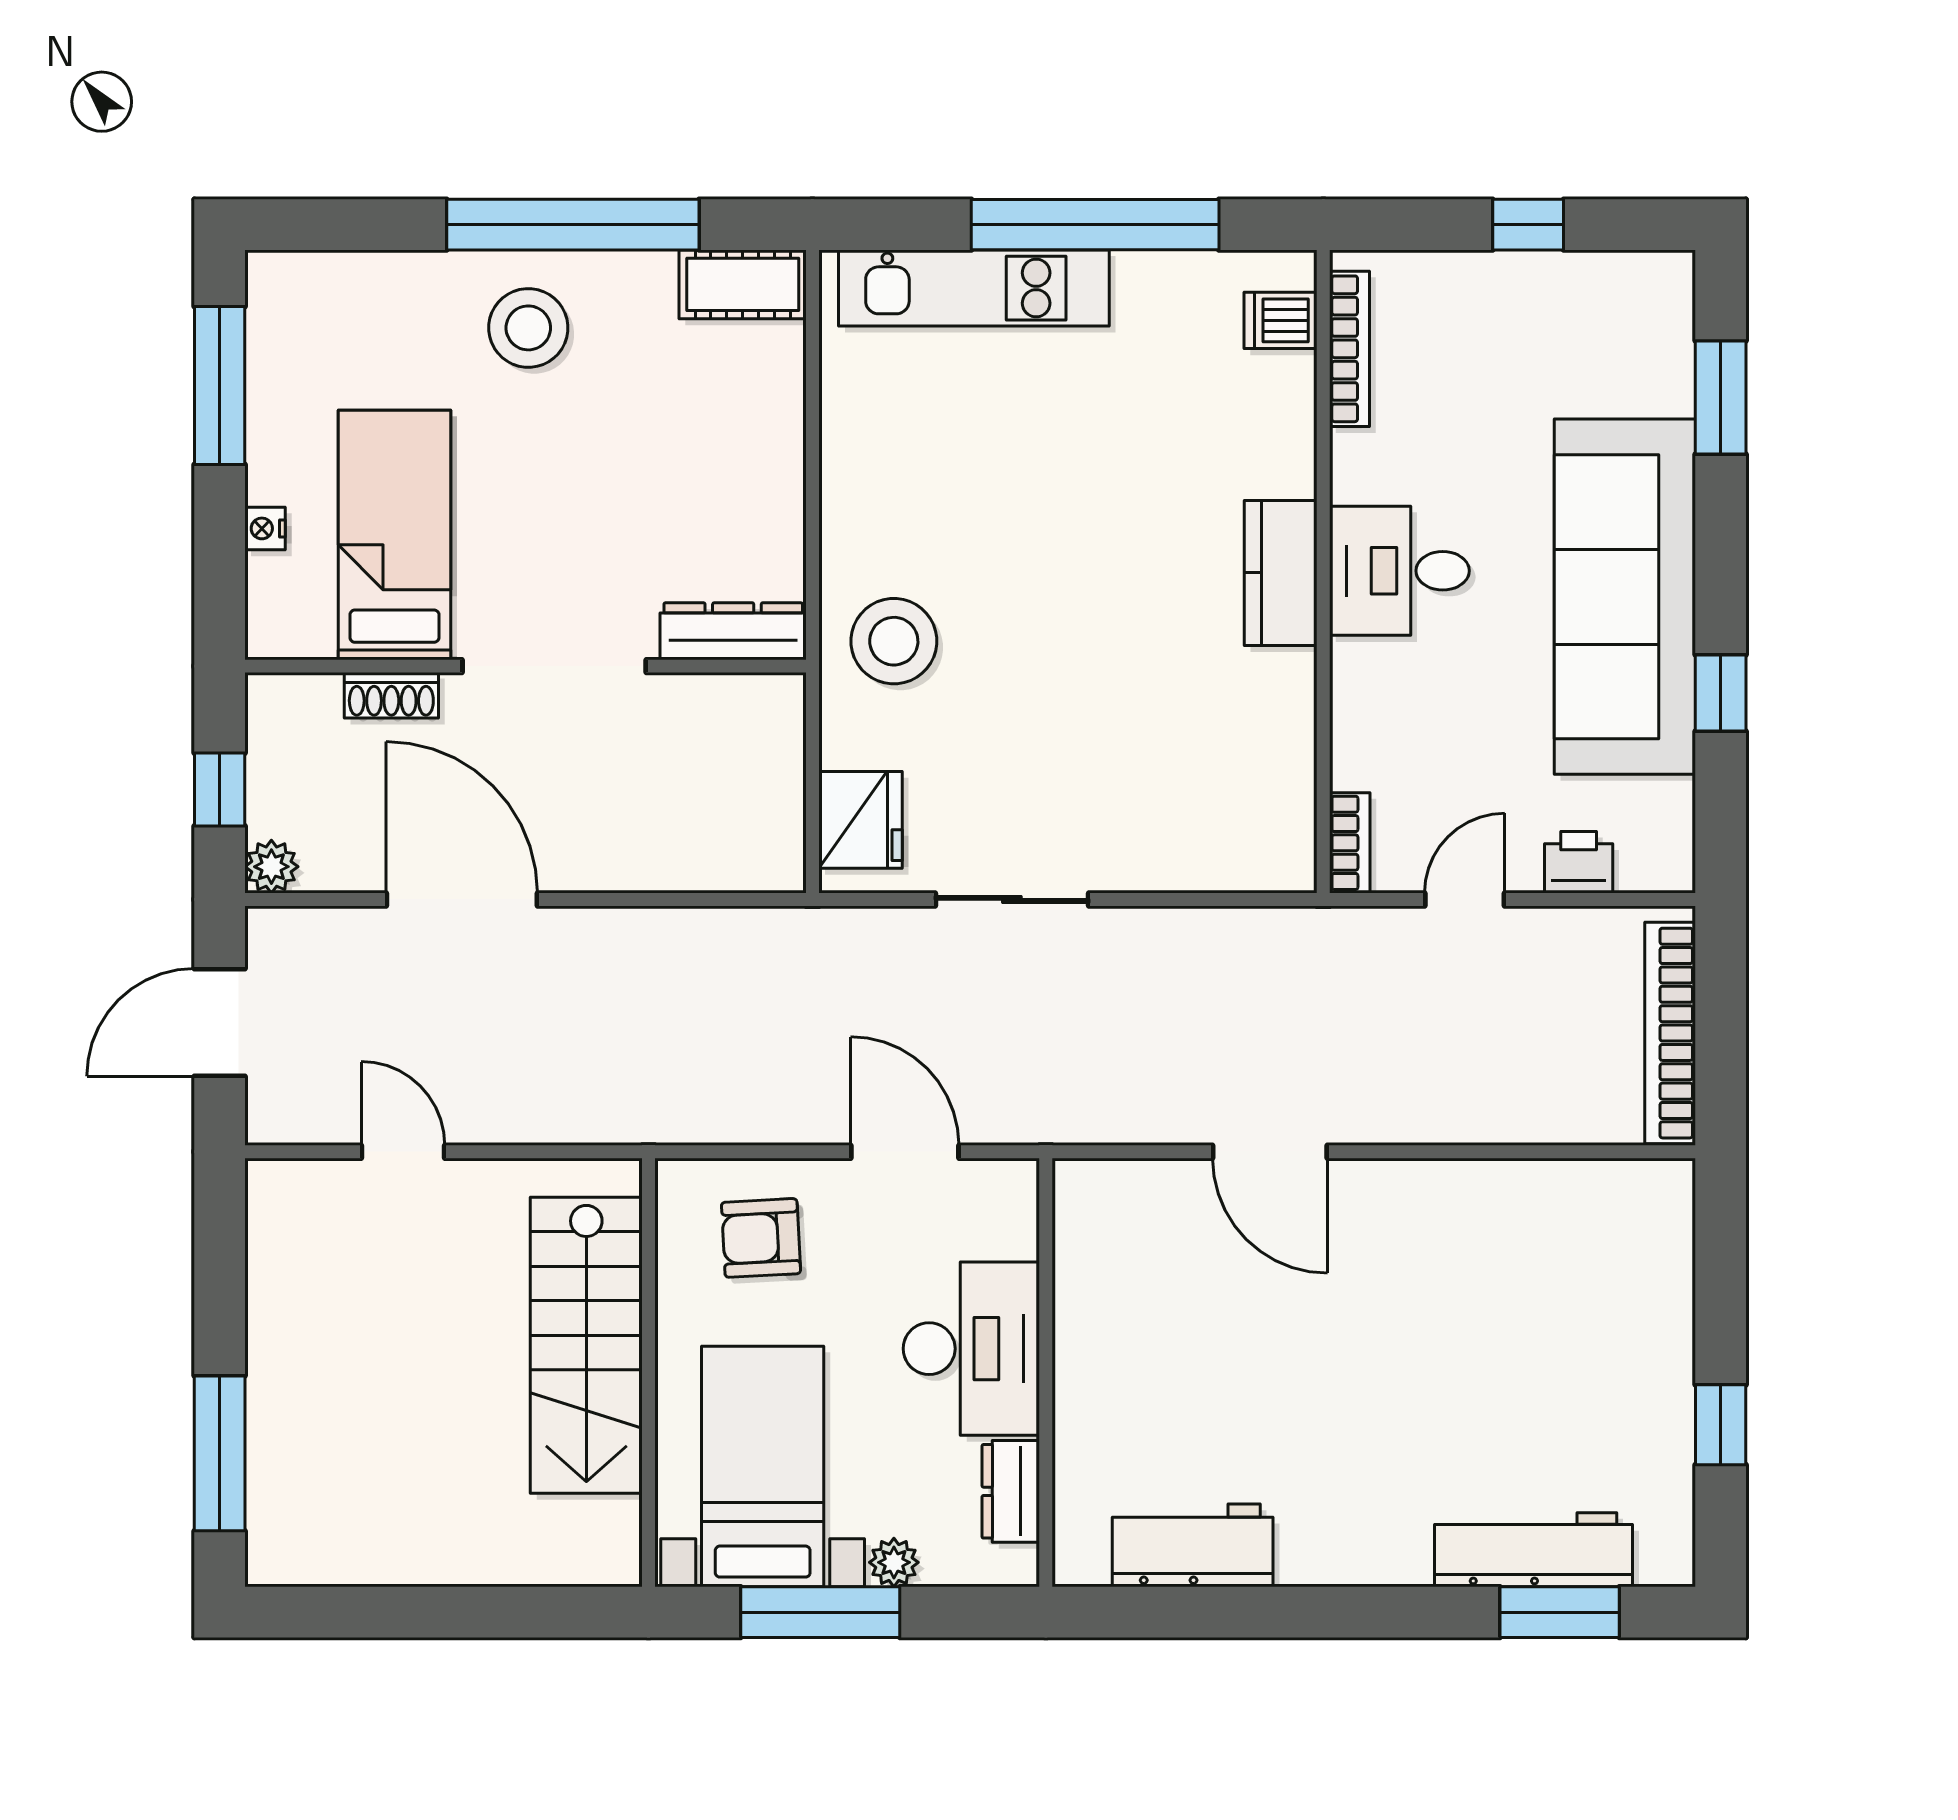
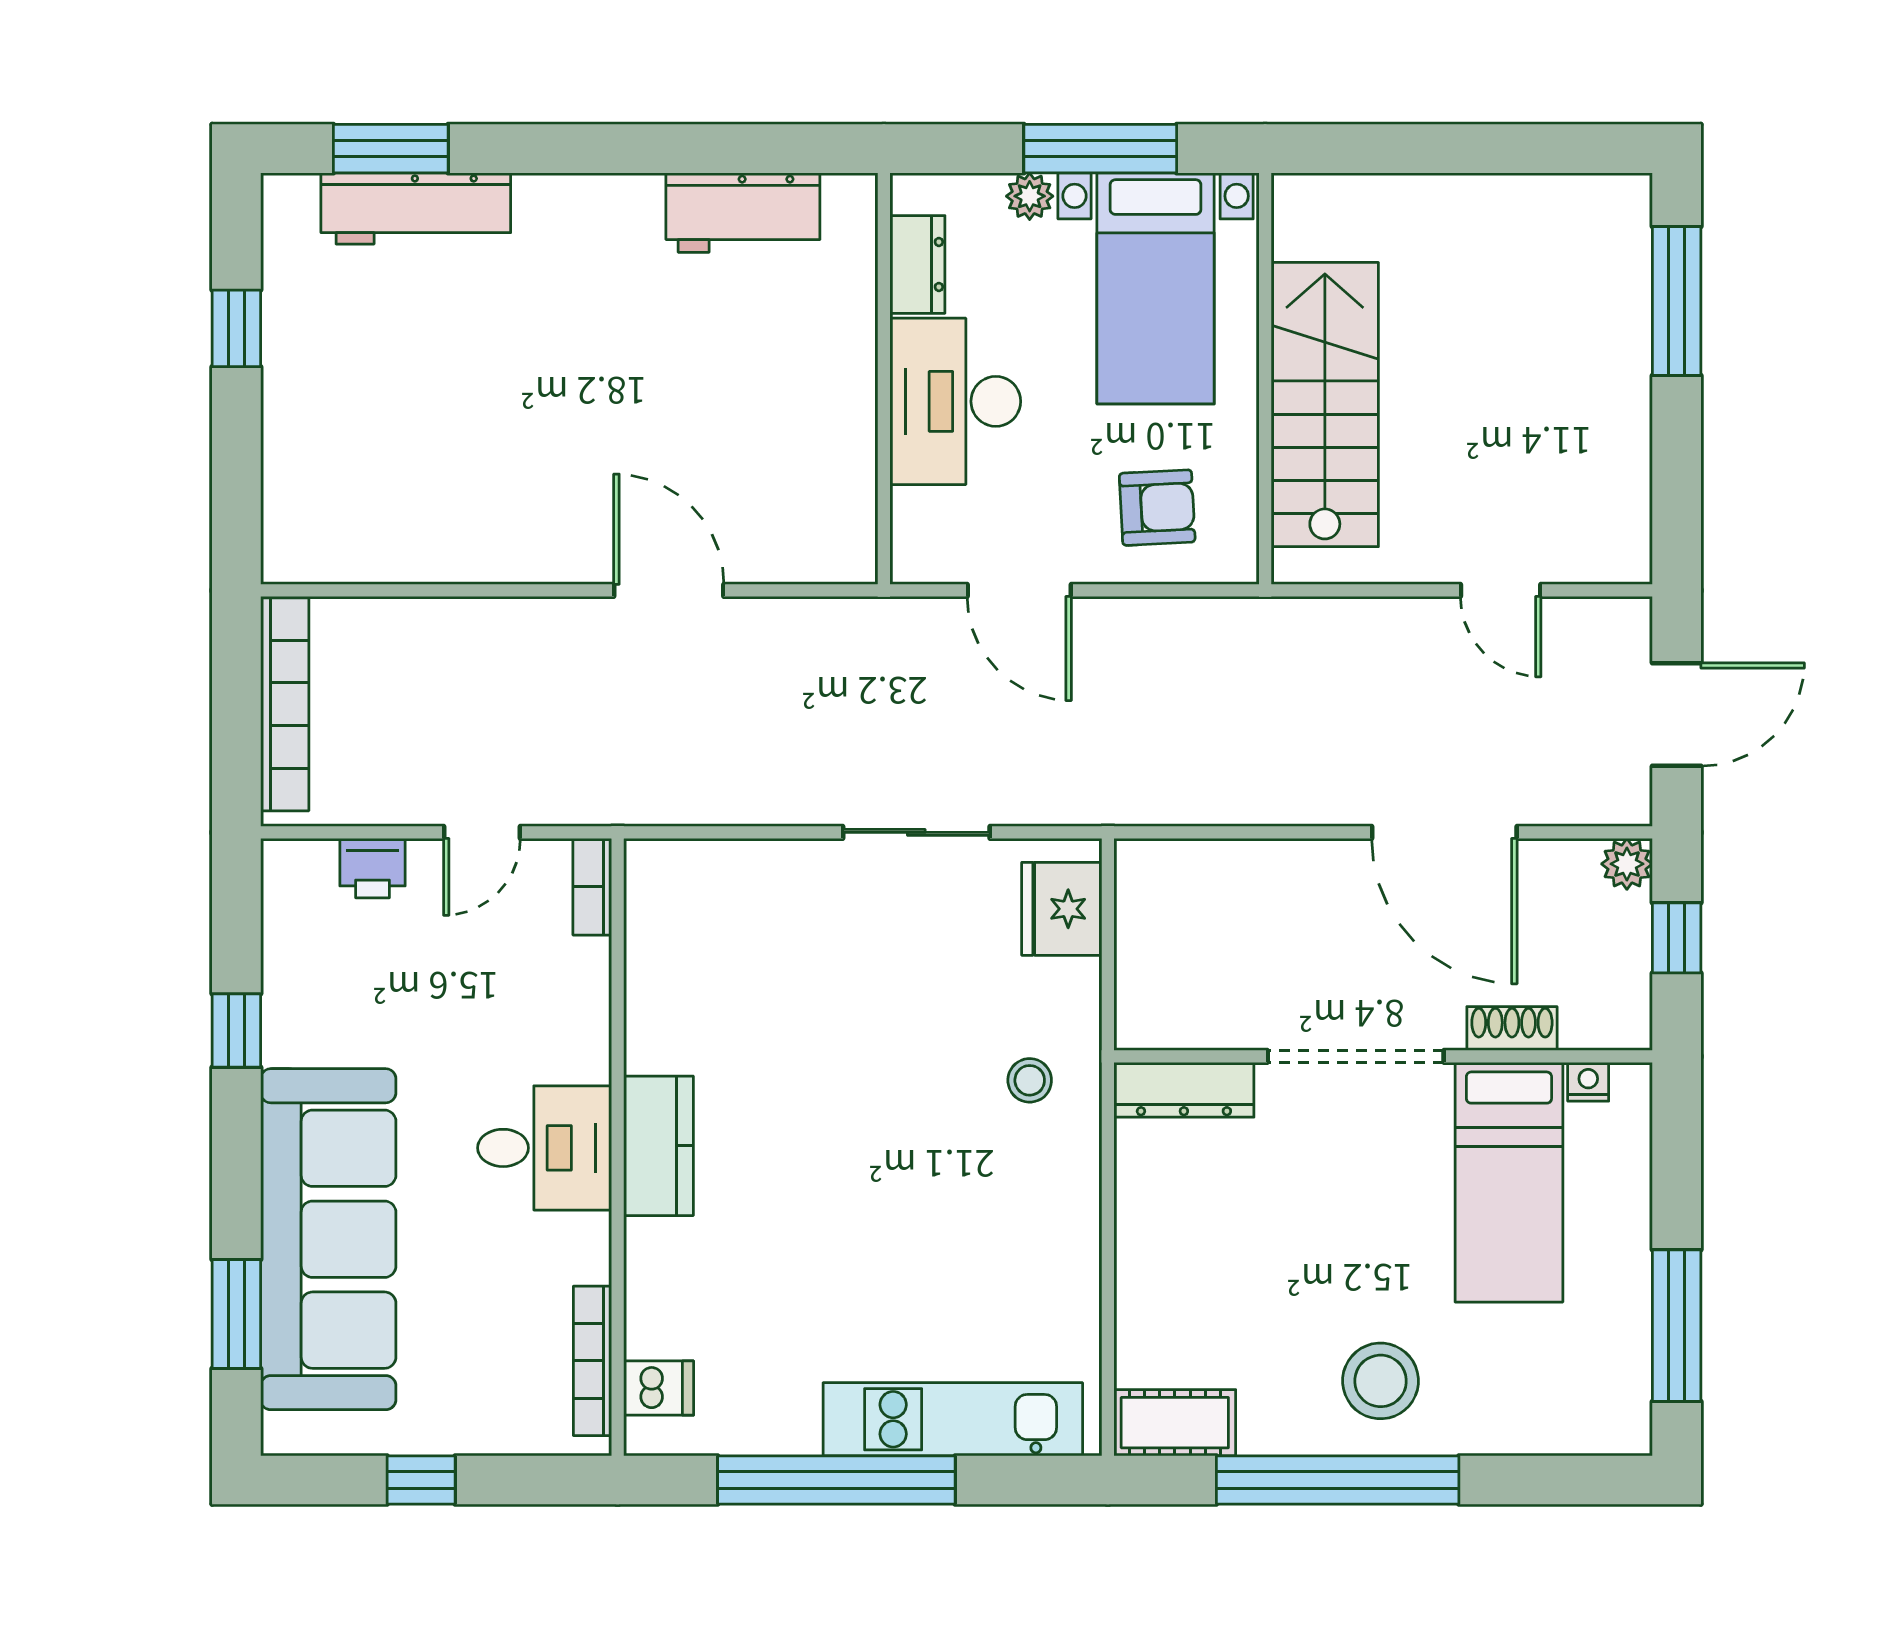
nightstand: (265, 528) -> (1588, 1082), moved, turned -90
sofa: (1625, 597) -> (328, 1239), moved
stool: (894, 641) -> (1030, 1080), width x0.53, depth x0.53

